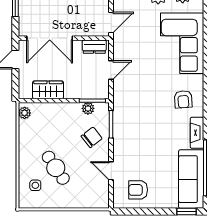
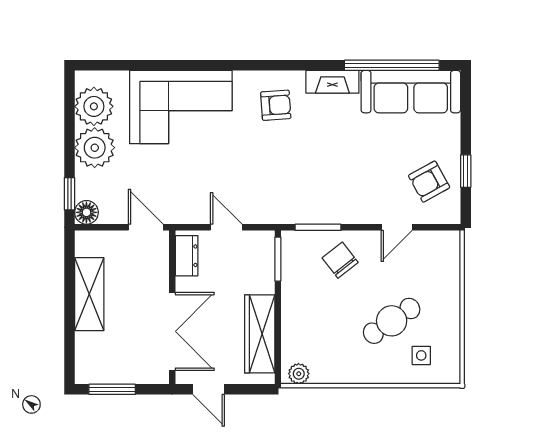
wardrobe: (48, 90) -> (260, 334), width x1.50
plant: (88, 108) -> (291, 266), removed
armchair: (138, 190) -> (429, 182), turned 61
window: (187, 212) -> (466, 171), moved

